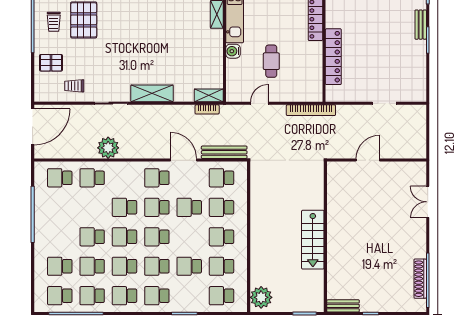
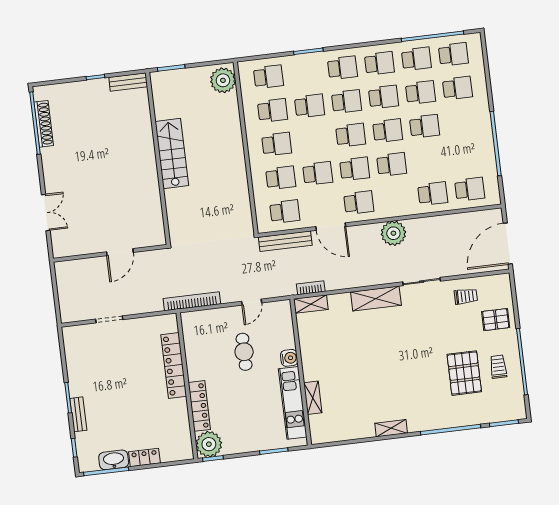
plant: (108, 148) -> (393, 233), moved

